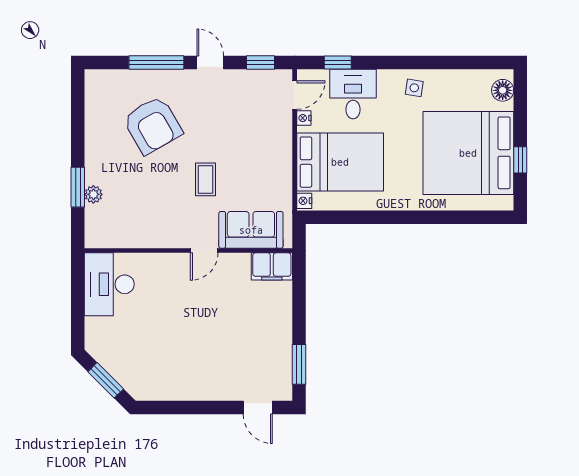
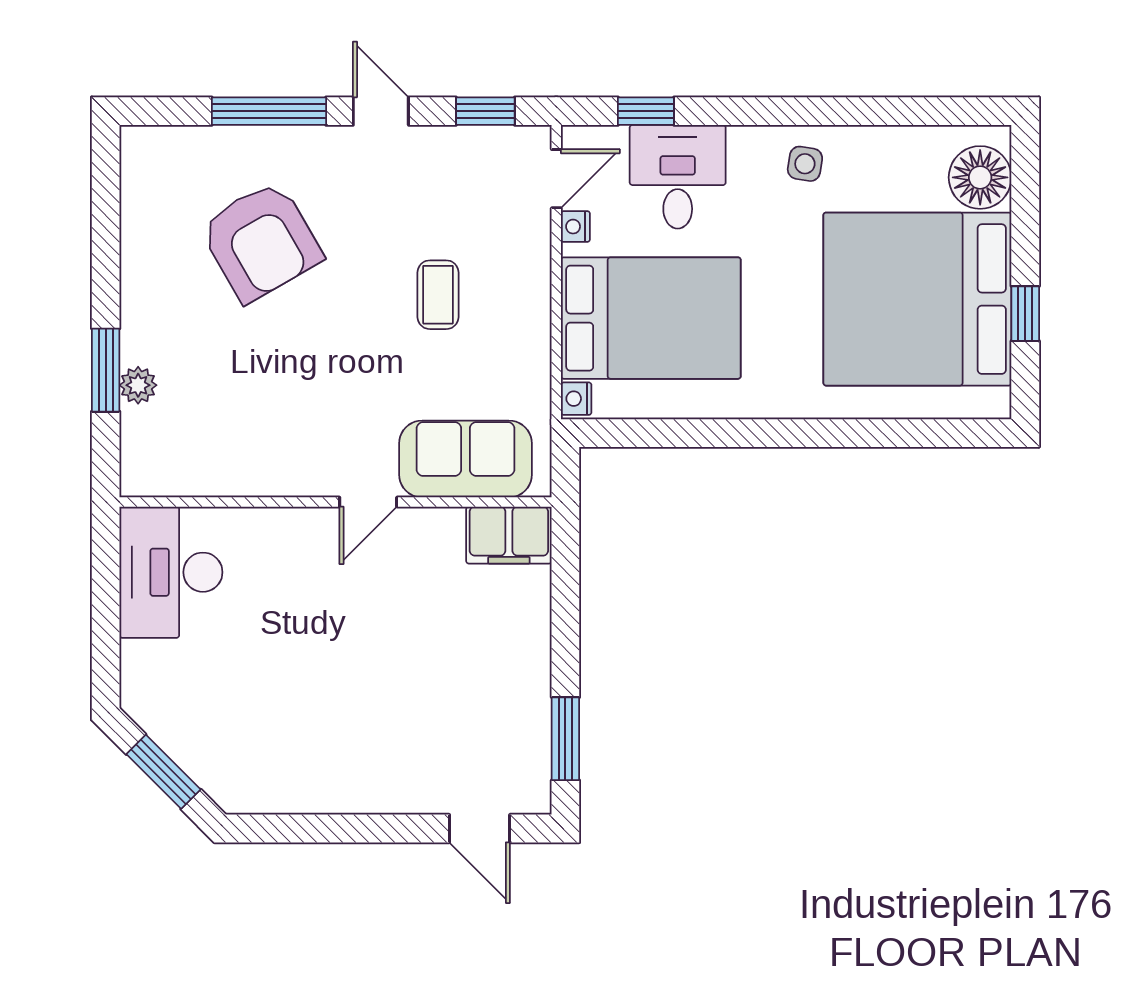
floor lamp: (503, 90) -> (980, 177), width x1.38, depth x1.38
coffee table: (205, 179) -> (438, 295), moved

